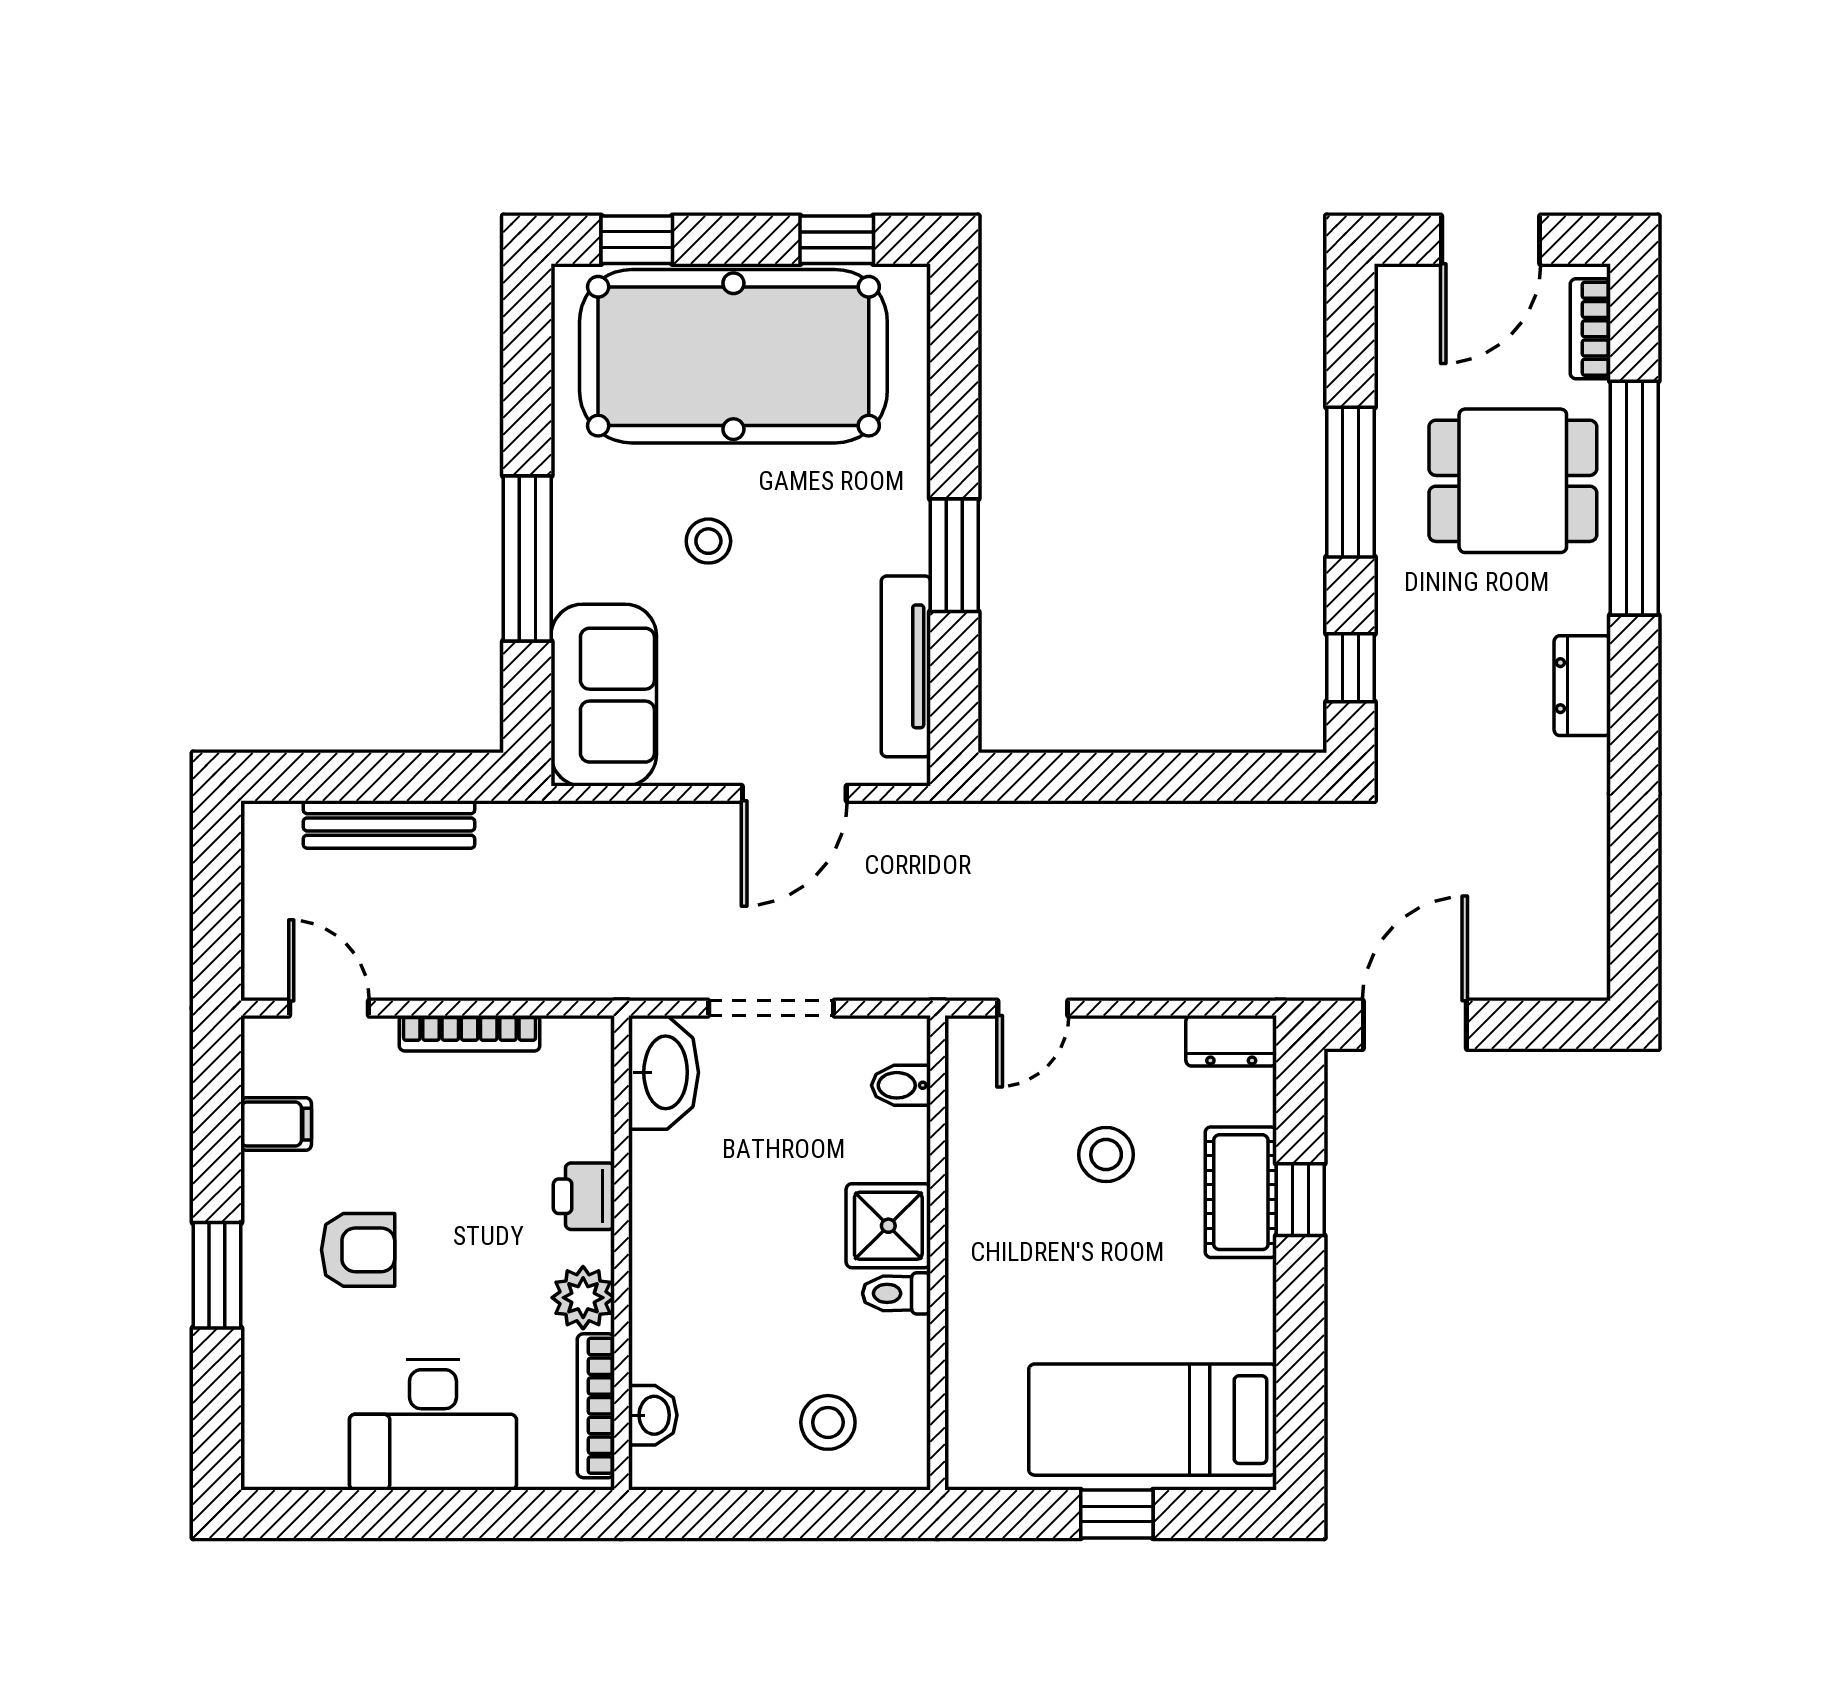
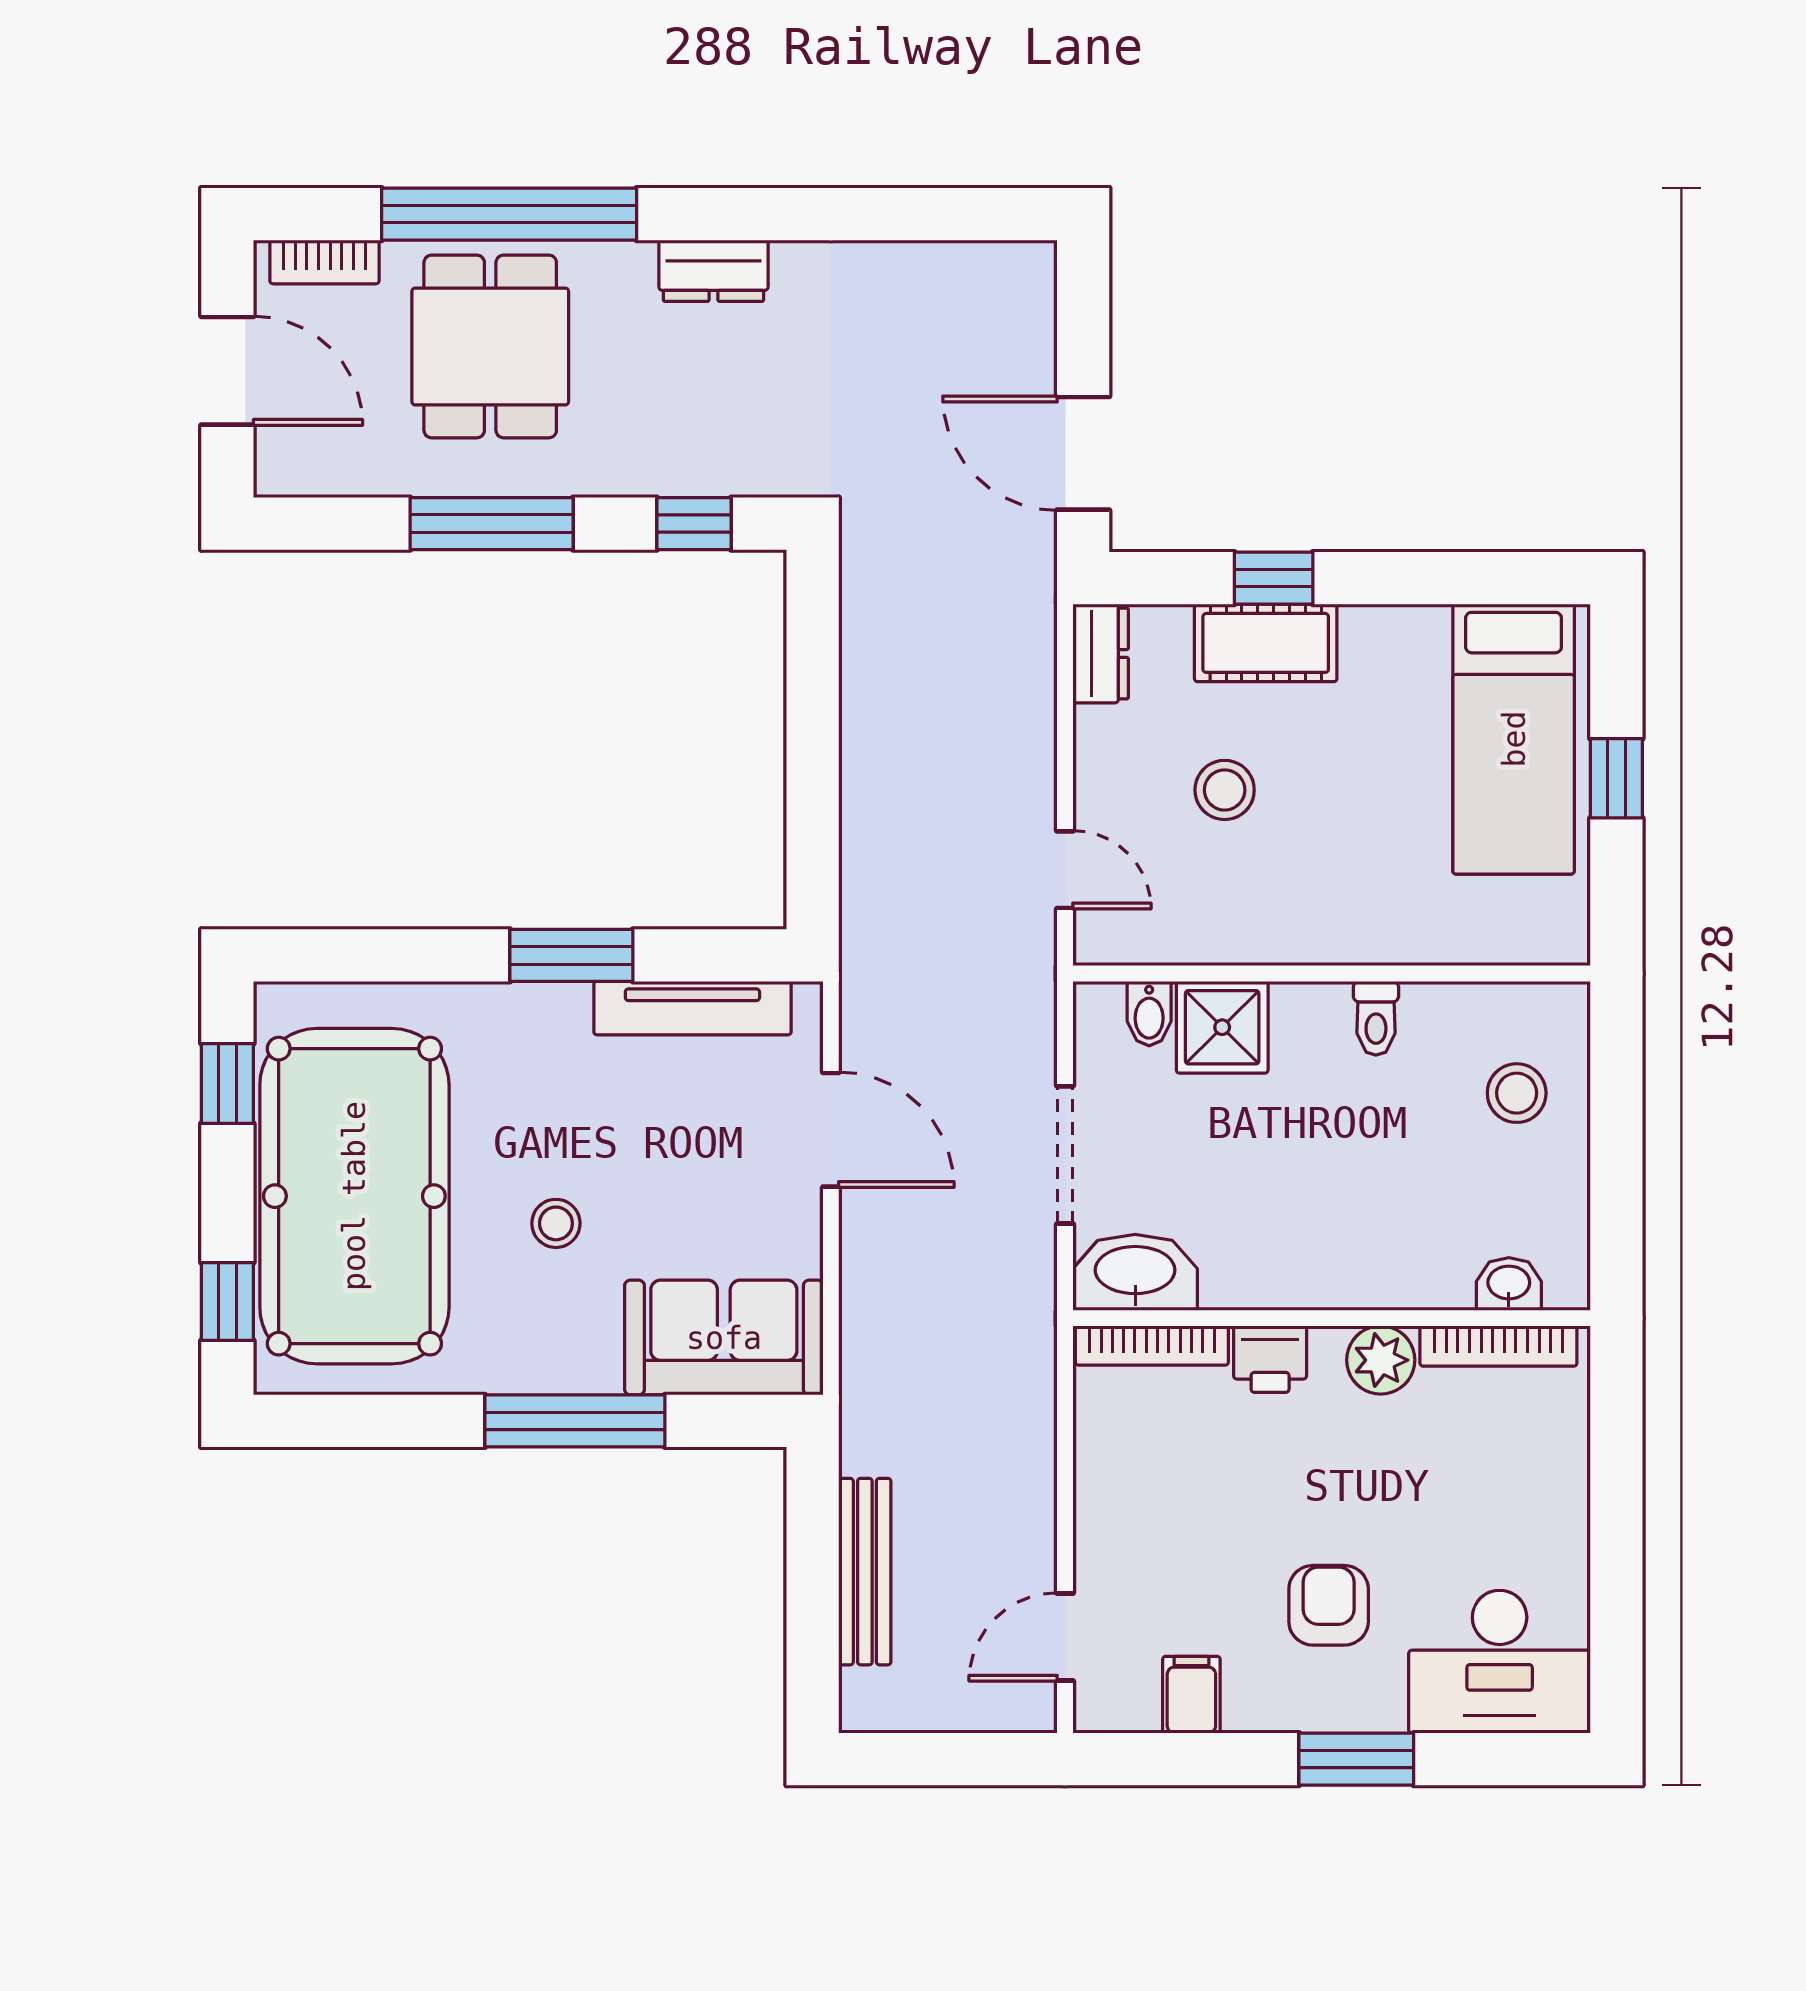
bookcase: (470, 1033) -> (1152, 1346), moved, turned 90
shower: (888, 1226) -> (1222, 1027), moved
desk: (433, 1425) -> (1500, 1662), moved, turned 90

